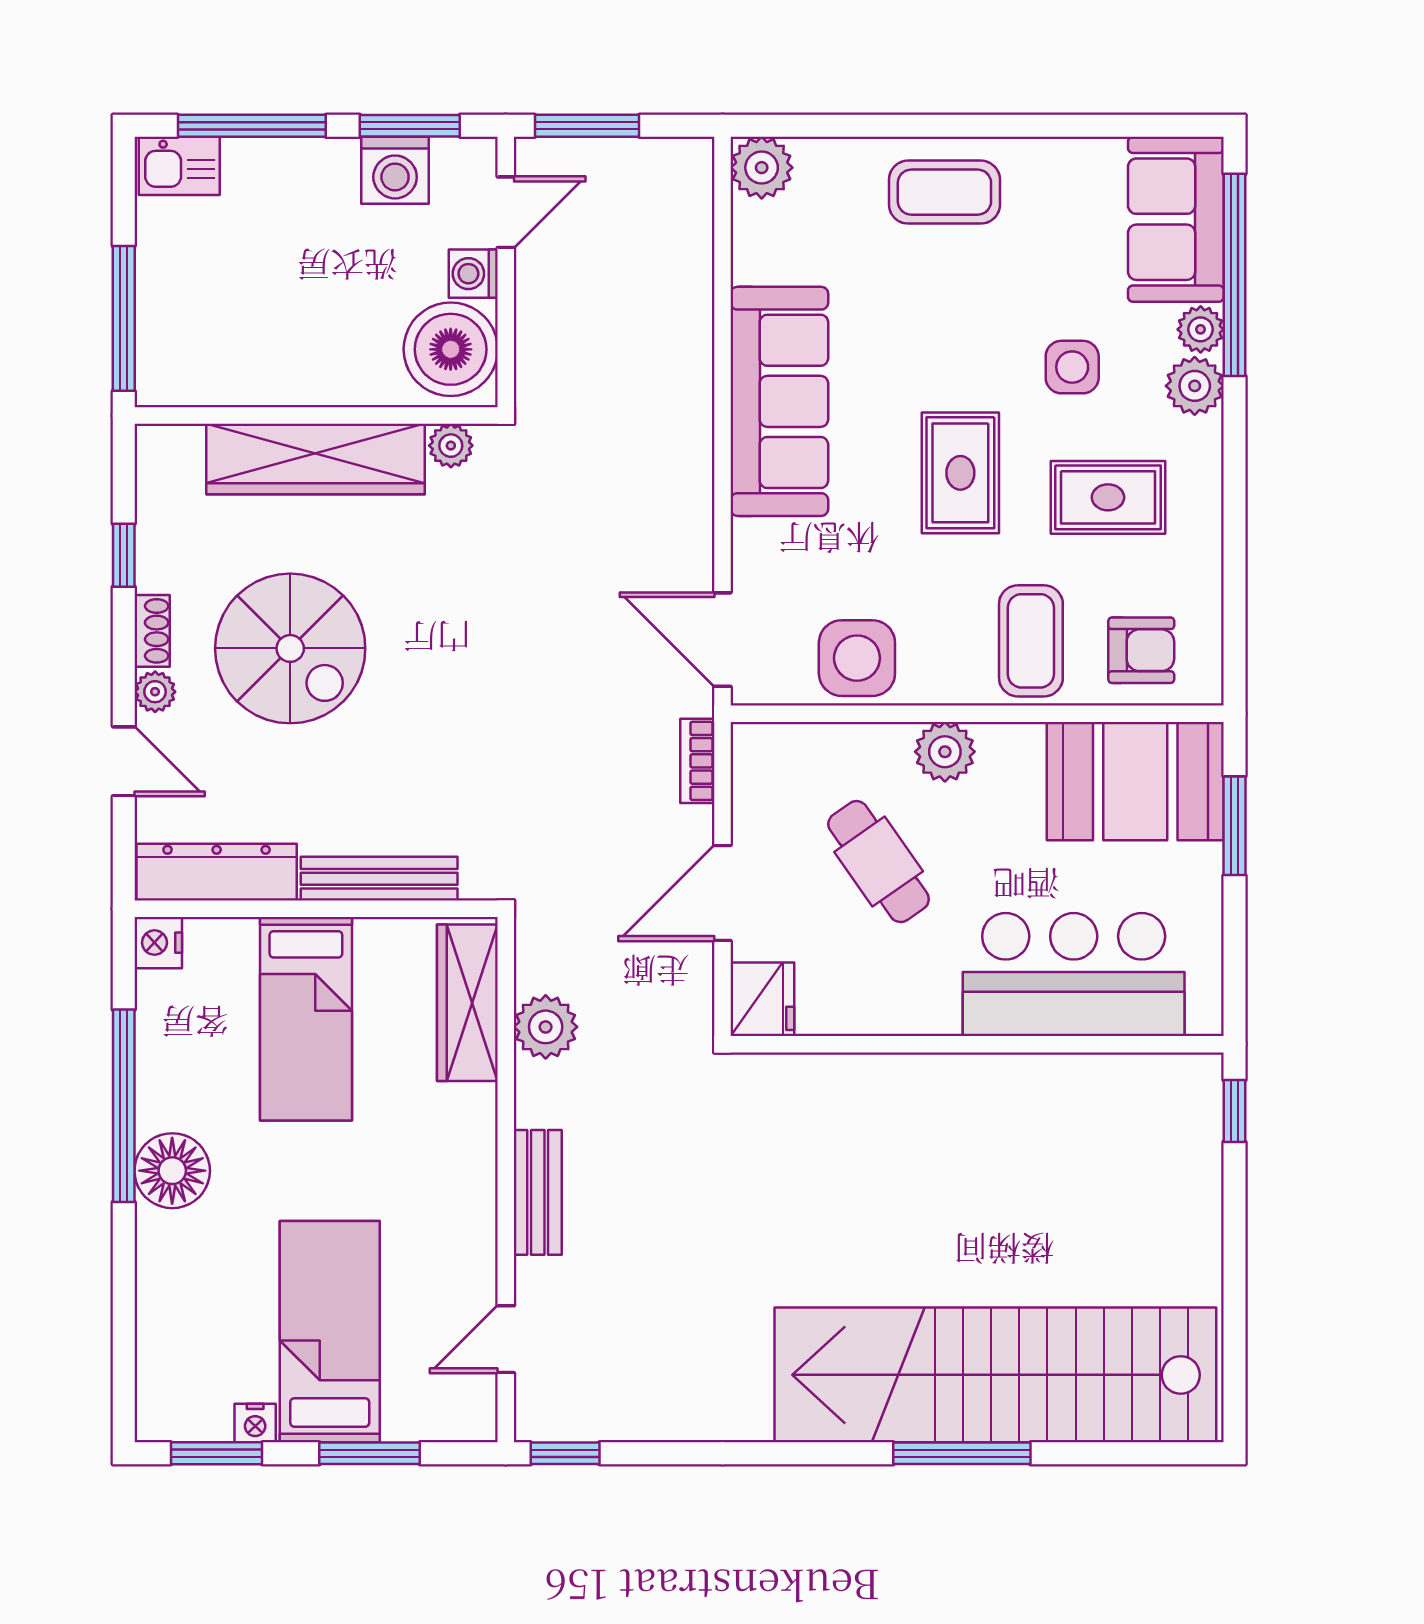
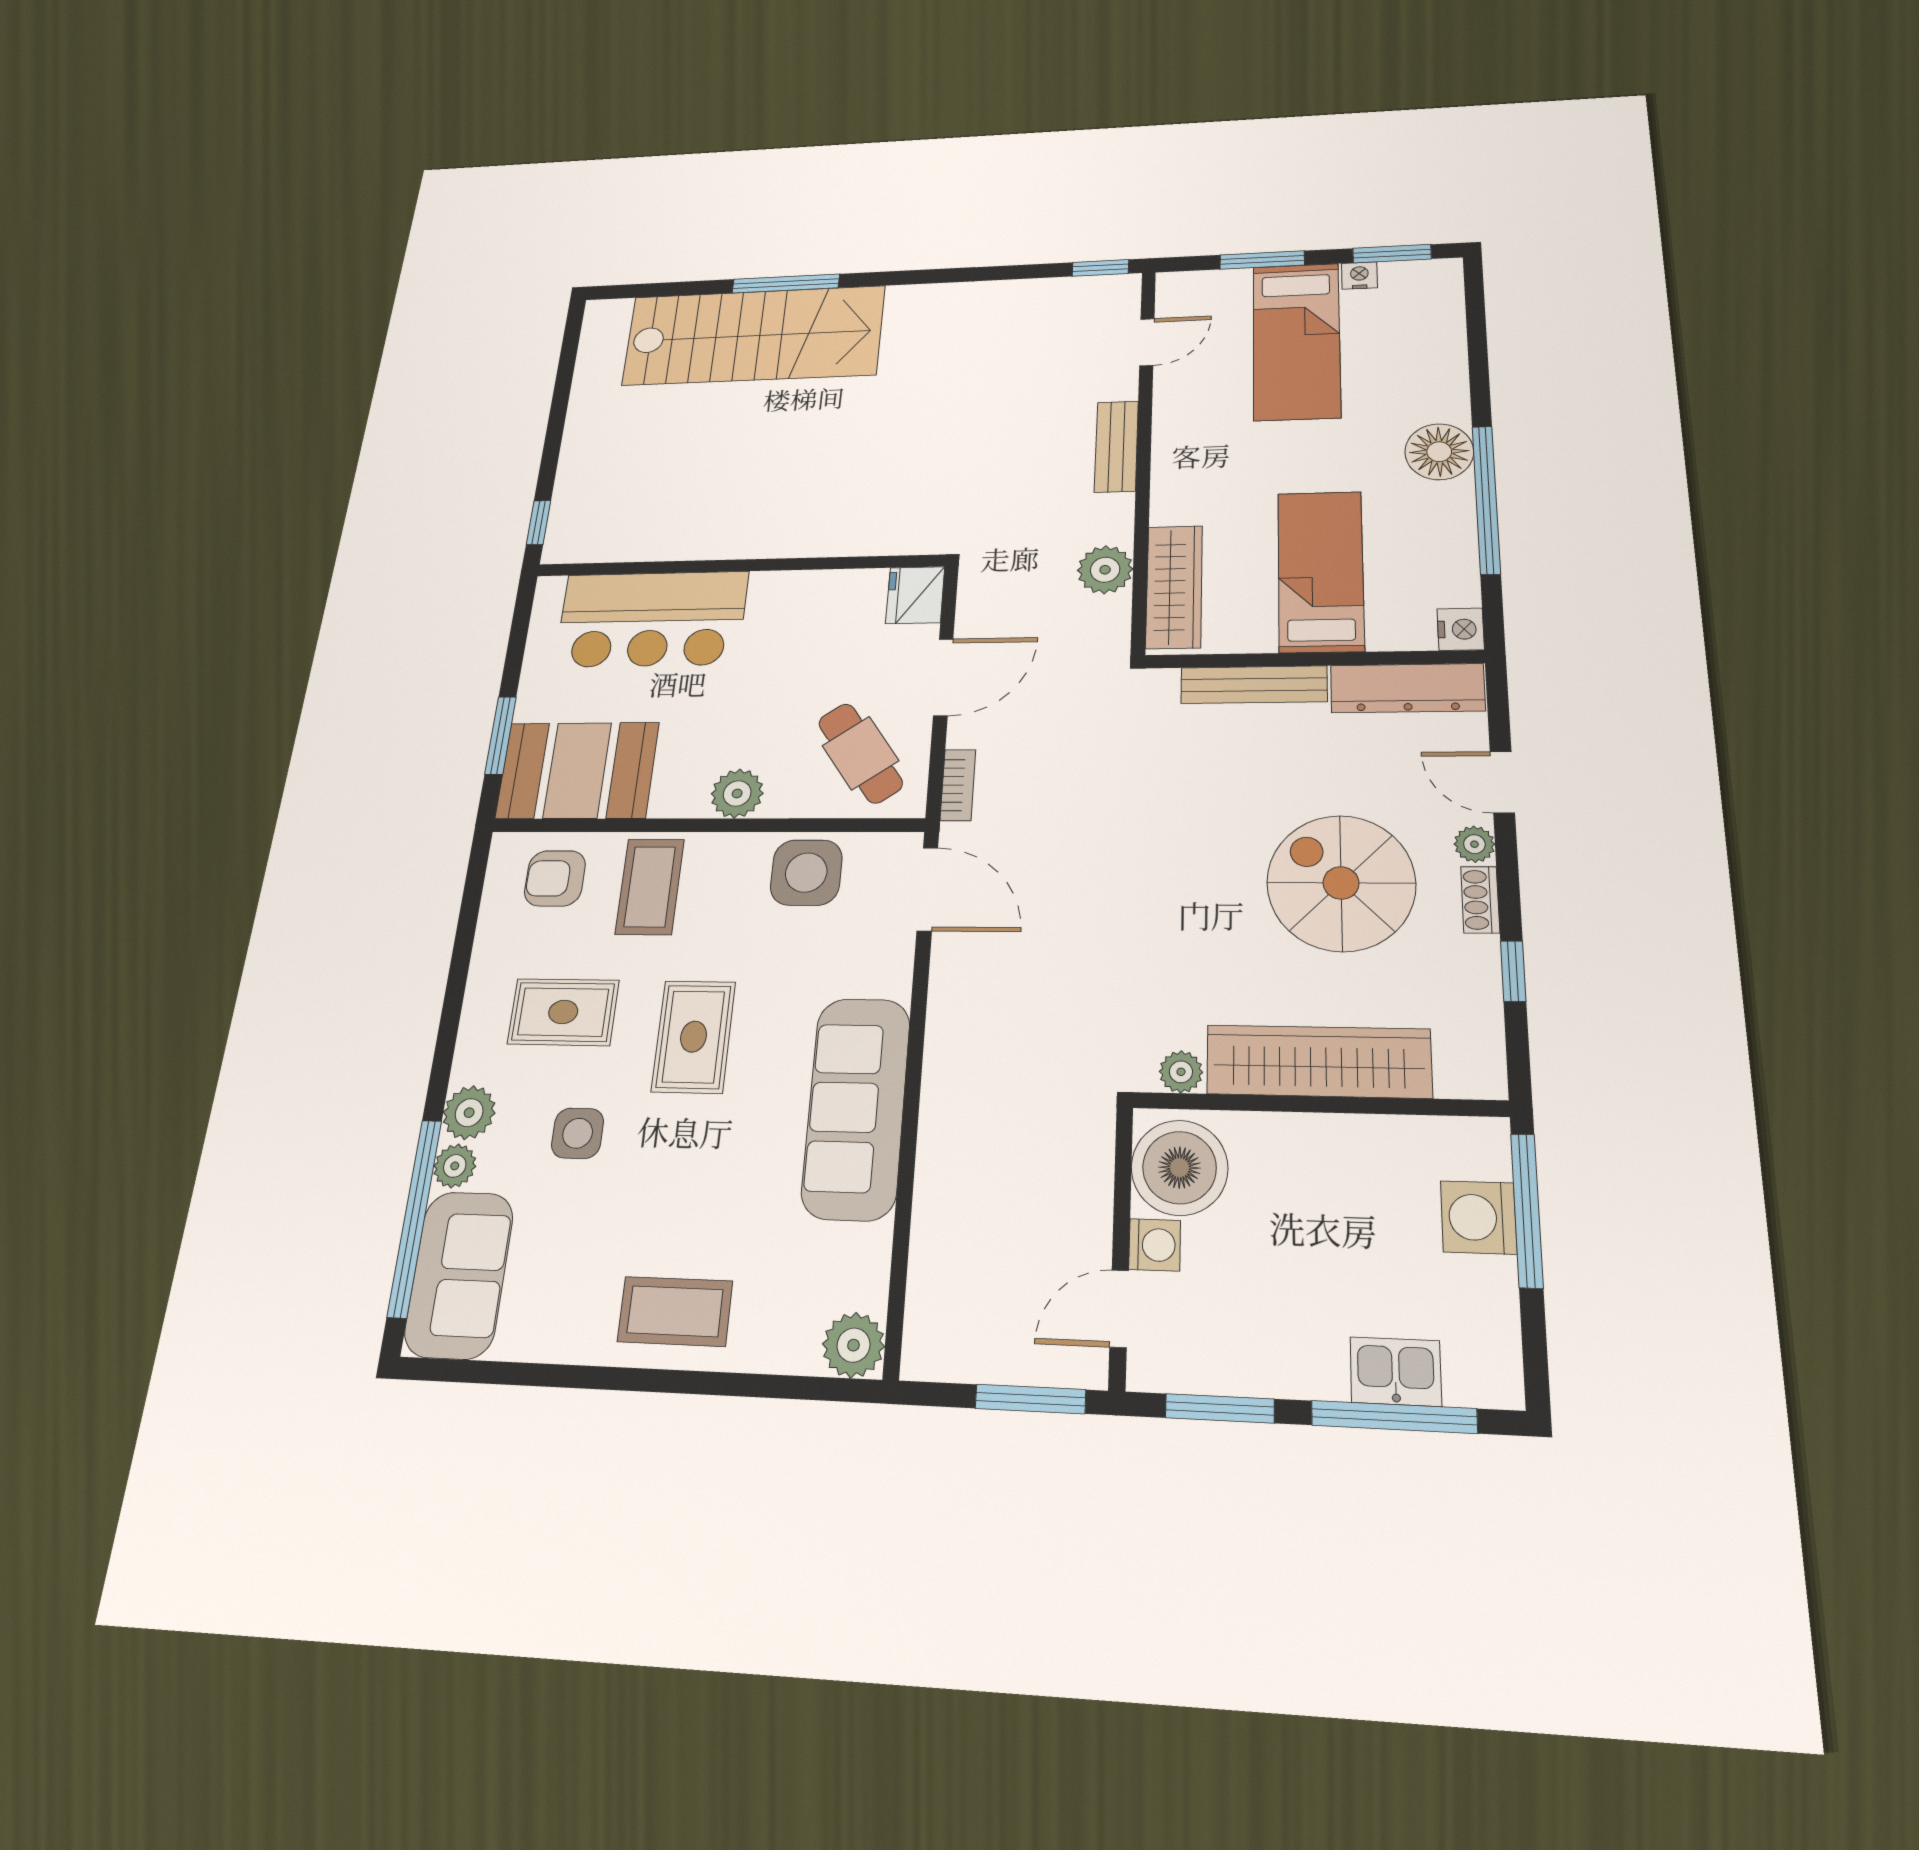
kitchen sink: (179, 166) -> (1396, 1372), moved
washing machine: (395, 170) -> (1479, 1217), moved, turned -90
cafe table: (879, 862) -> (860, 753), moved
stairs: (995, 1375) -> (753, 336), width x0.73

